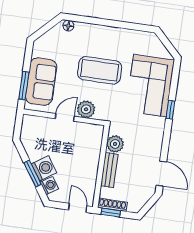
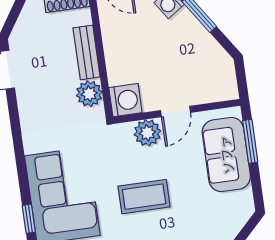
coffee table: (100, 70) -> (144, 197), width x0.73, depth x0.76
window: (170, 110) -> (29, 219), moved
washing machine: (44, 168) -> (125, 100), moved, turned -146

